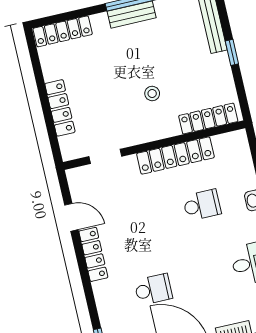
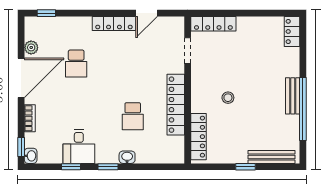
locker: (63, 31) -> (292, 31), width x0.66
locker: (60, 108) -> (213, 24), moved

